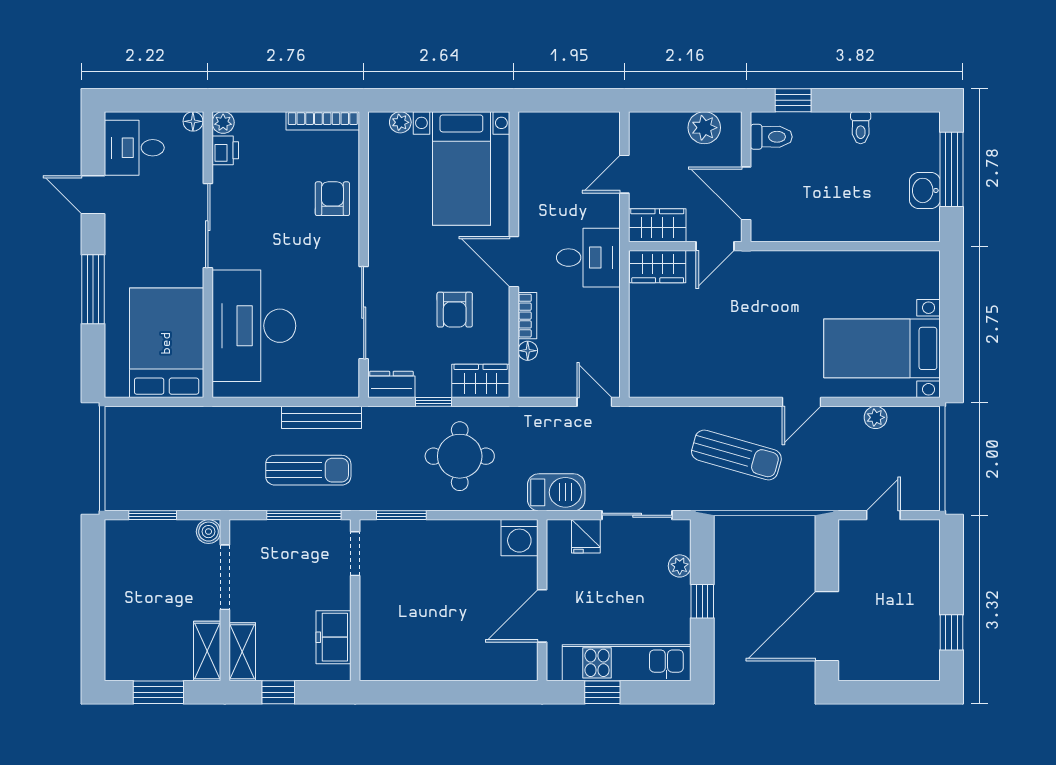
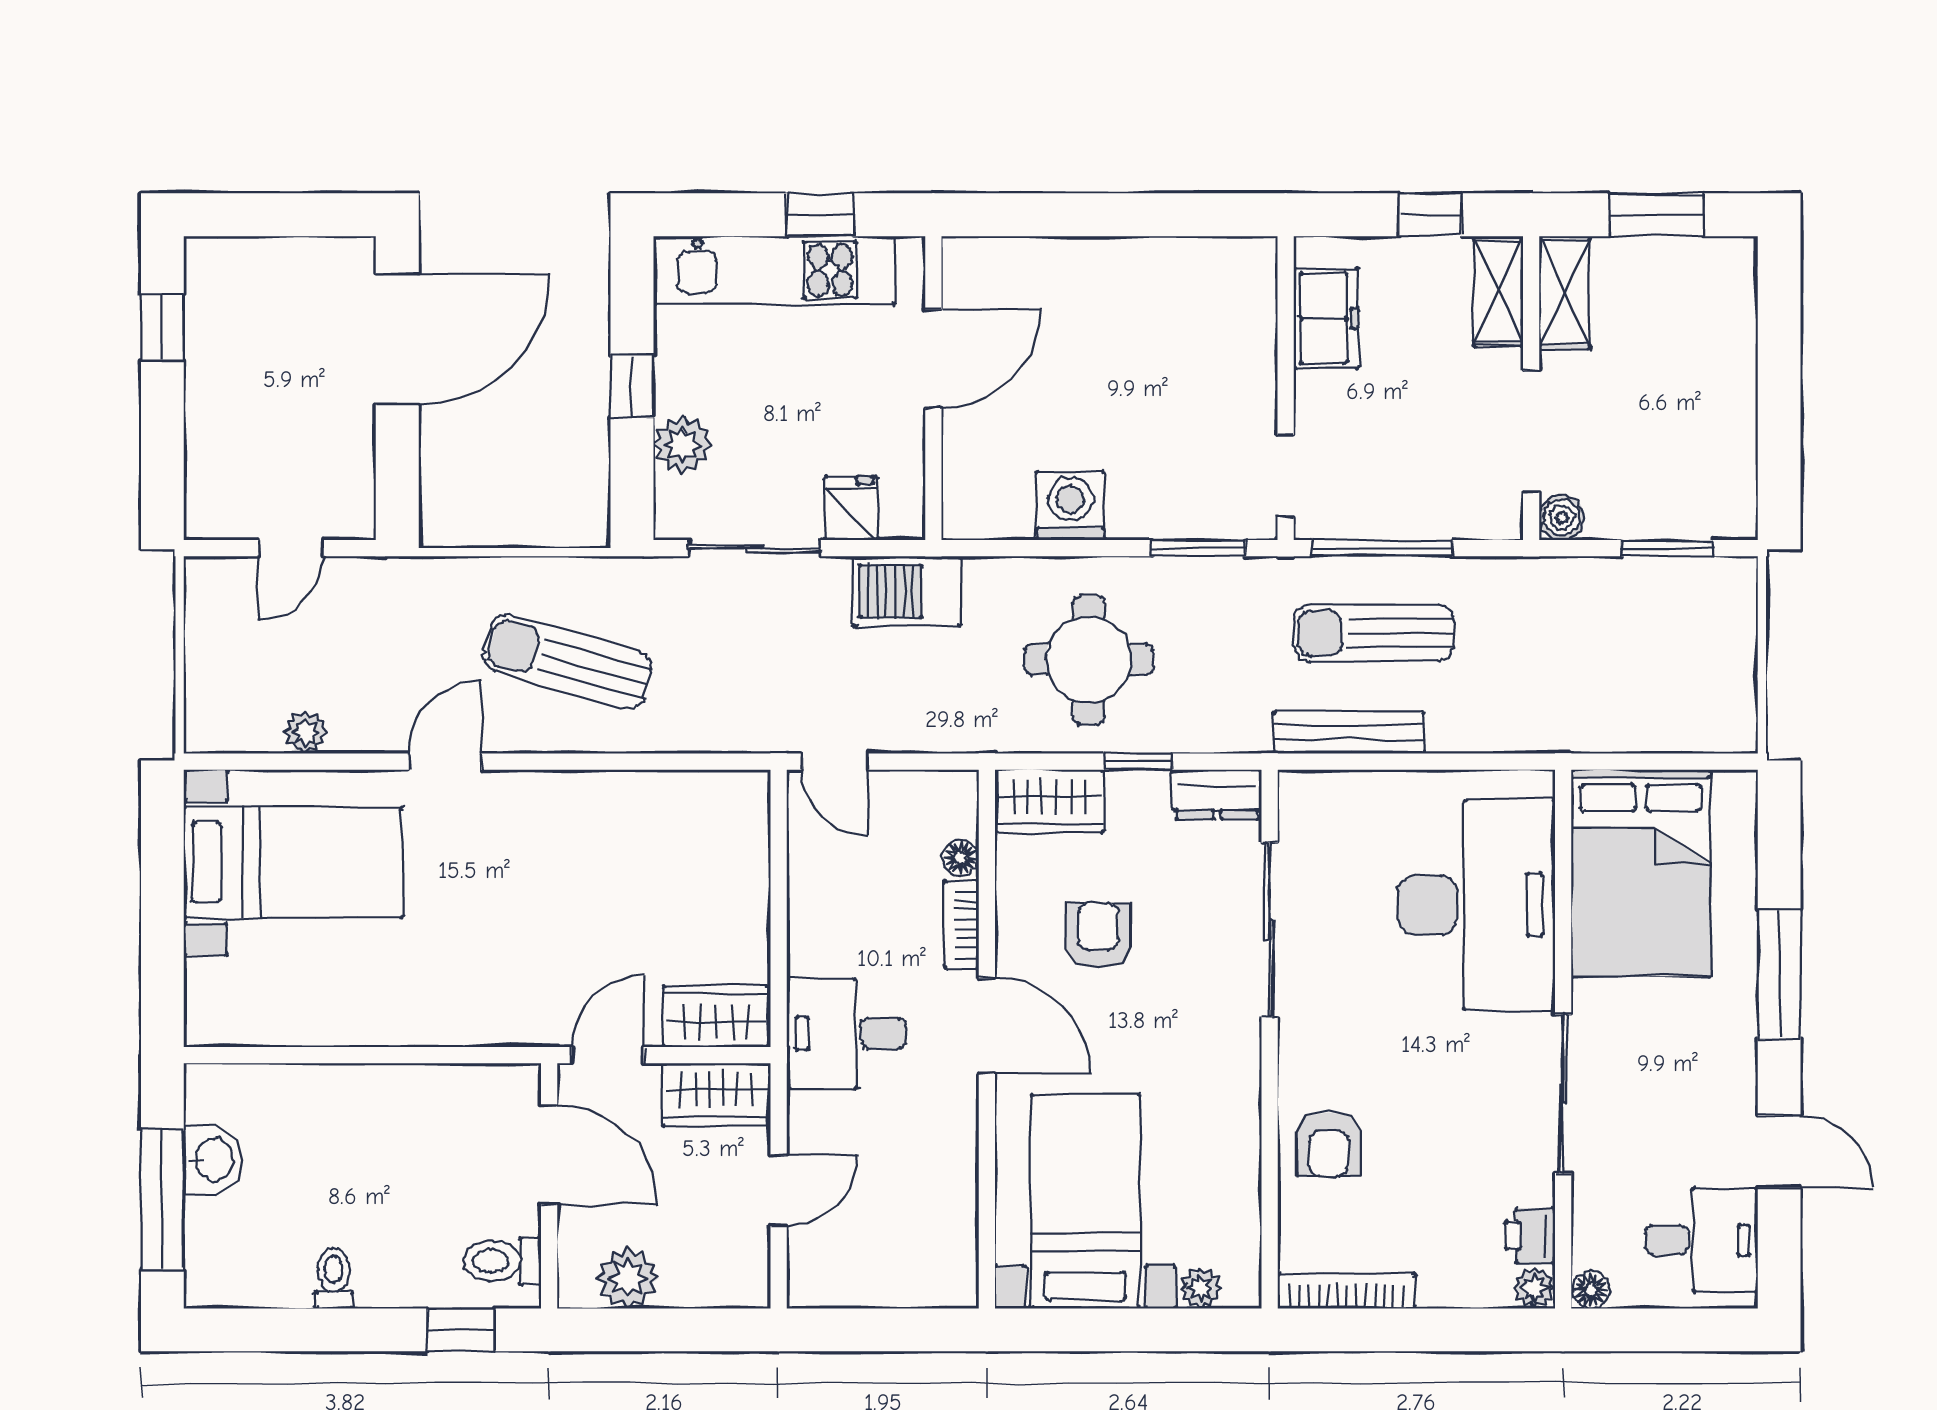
washing machine: (519, 538) -> (1070, 506), moved
plant: (680, 566) -> (682, 445), width x1.38, depth x1.38

